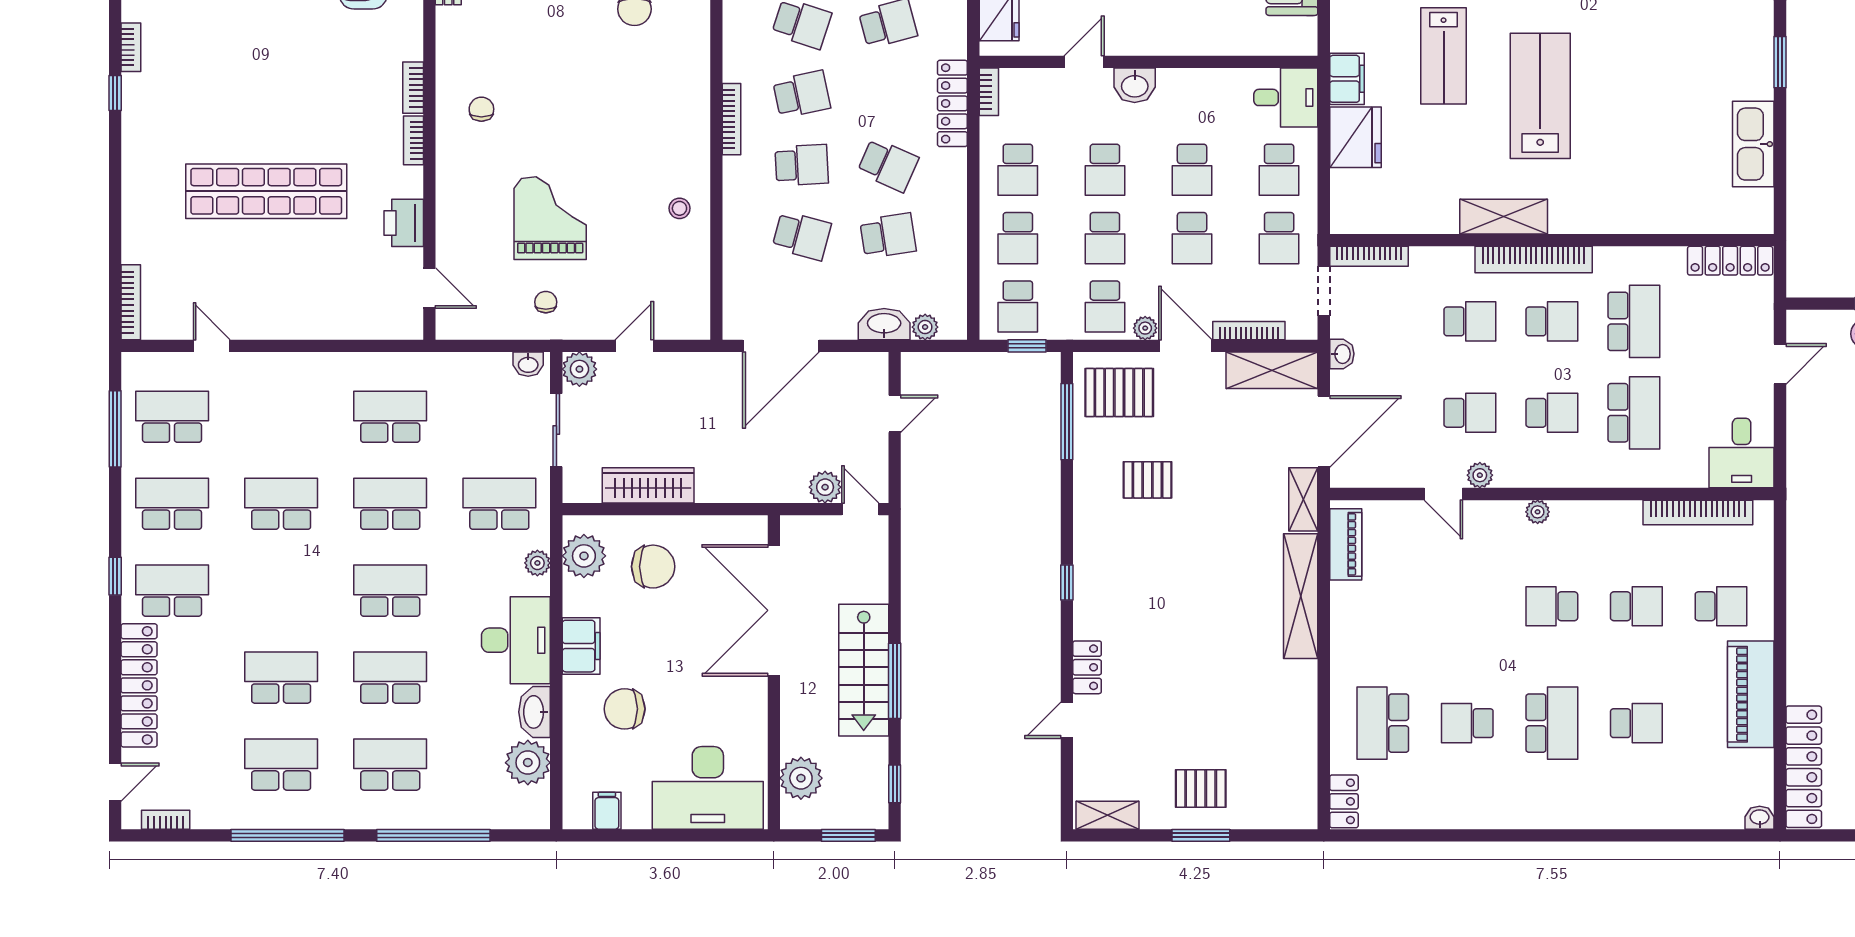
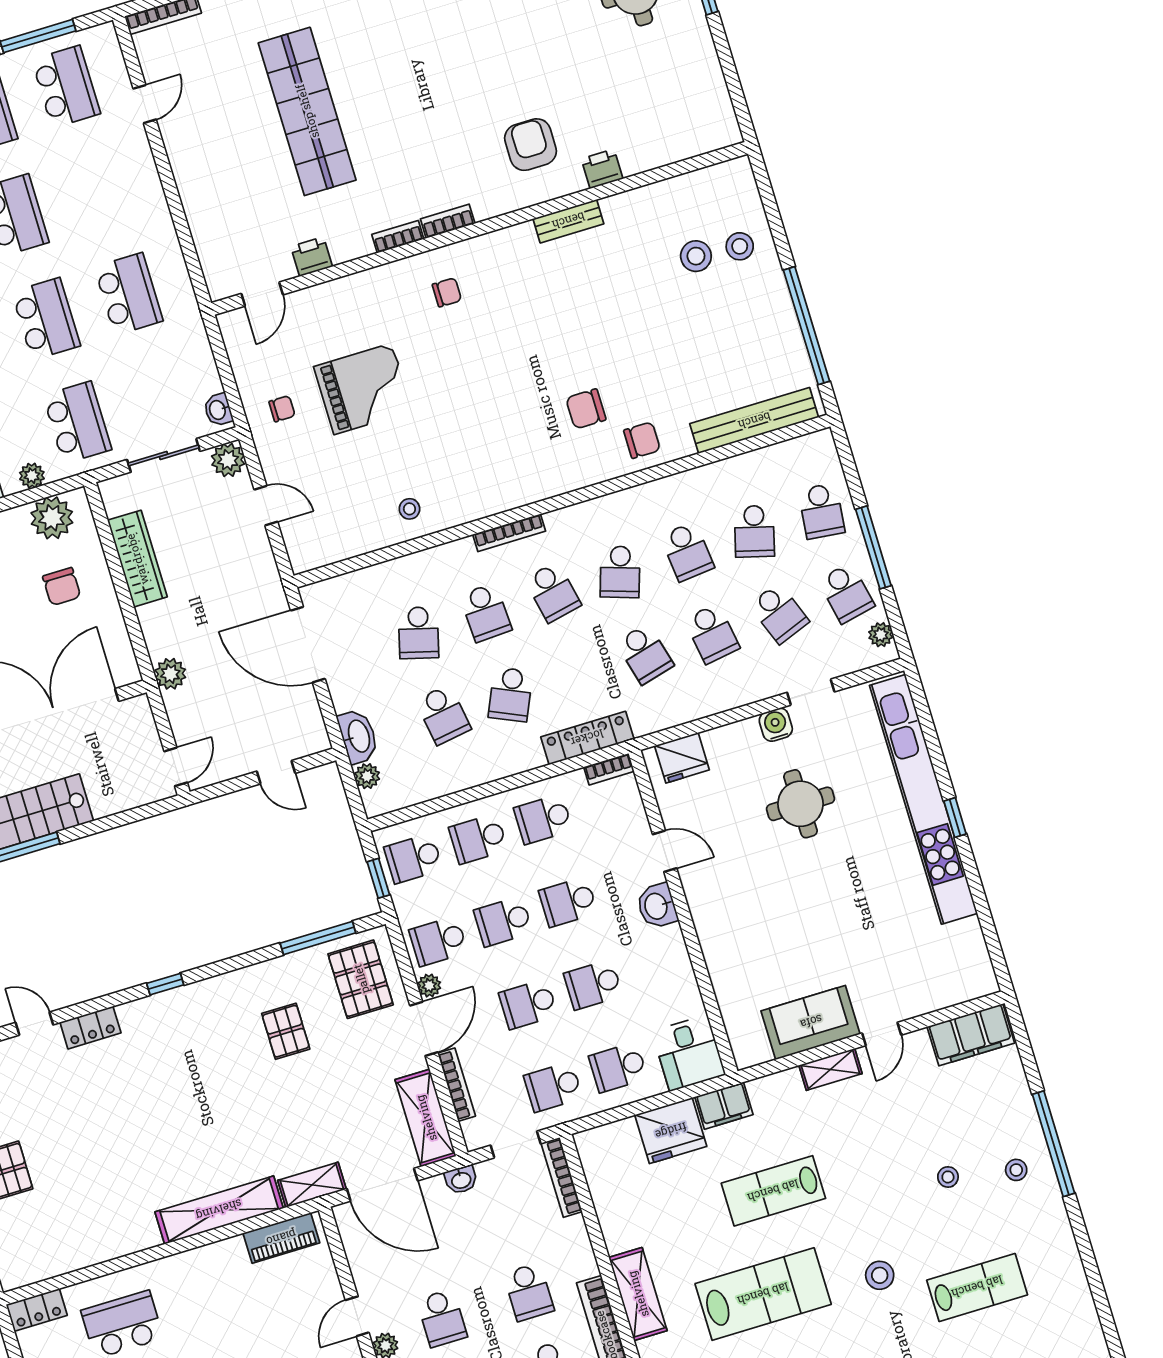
printer: (404, 223) -> (312, 257), width x0.73, depth x0.81
plant: (825, 487) -> (170, 674), moved
chair: (653, 567) -> (62, 586), width x0.73, depth x0.73

